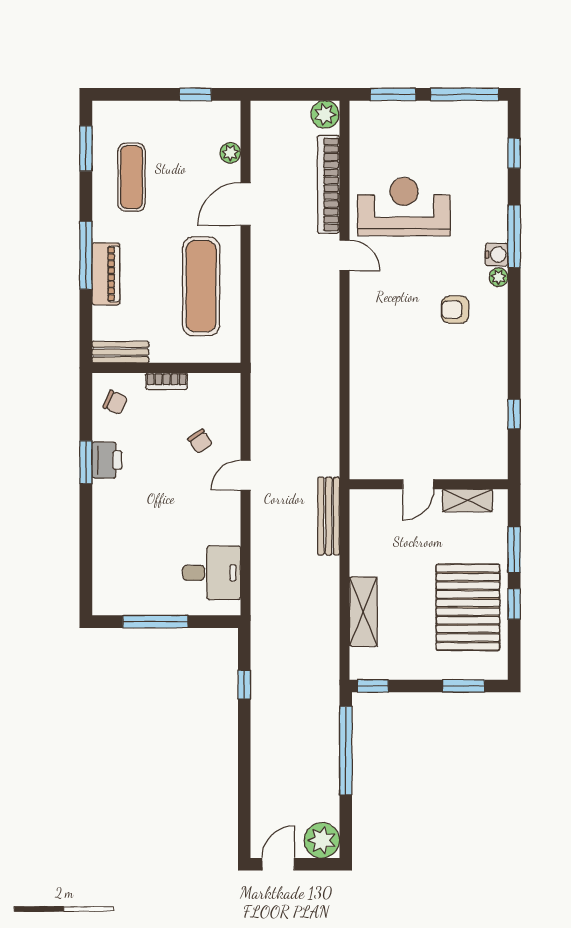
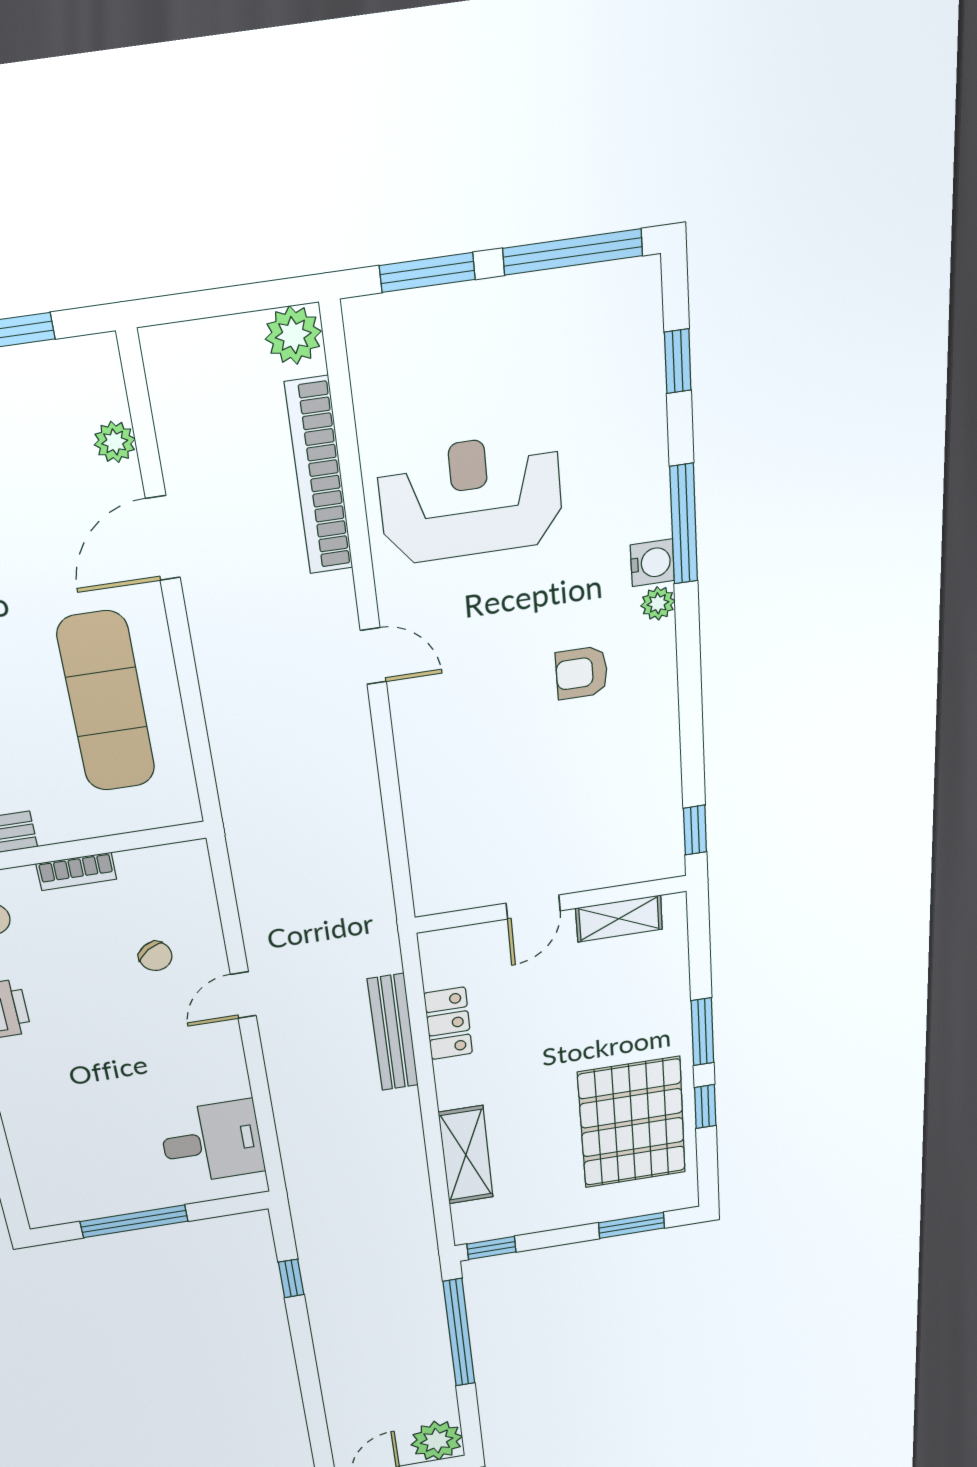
door: (345, 255) -> (373, 656), moved
door: (418, 484) -> (533, 907), moved
wall: (429, 484) -> (551, 904), moved
shelving: (467, 500) -> (619, 919), moved
locker: (362, 516) -> (448, 1023), added

